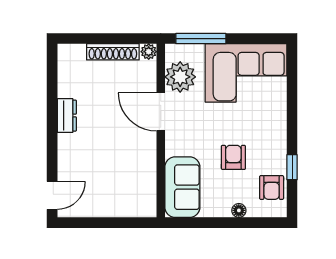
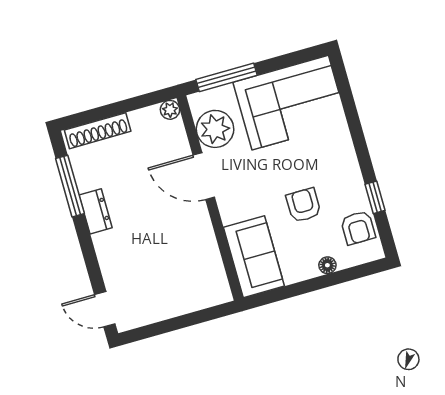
shoe rack: (113, 52) -> (98, 131), moved
window: (52, 90) -> (70, 186), added
door: (52, 195) -> (105, 309), swing flipped

